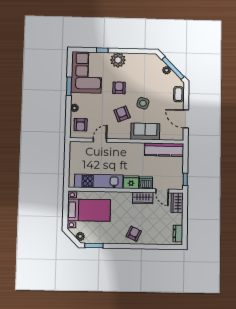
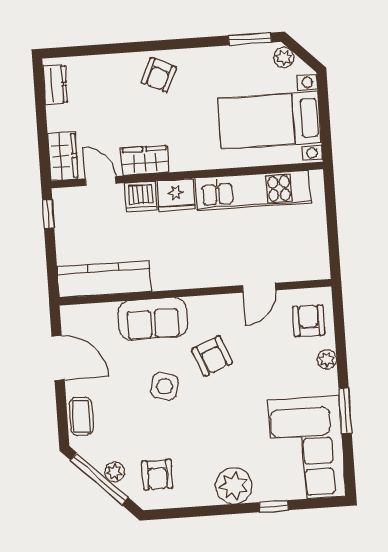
armchair: (119, 88) -> (157, 474), moved

